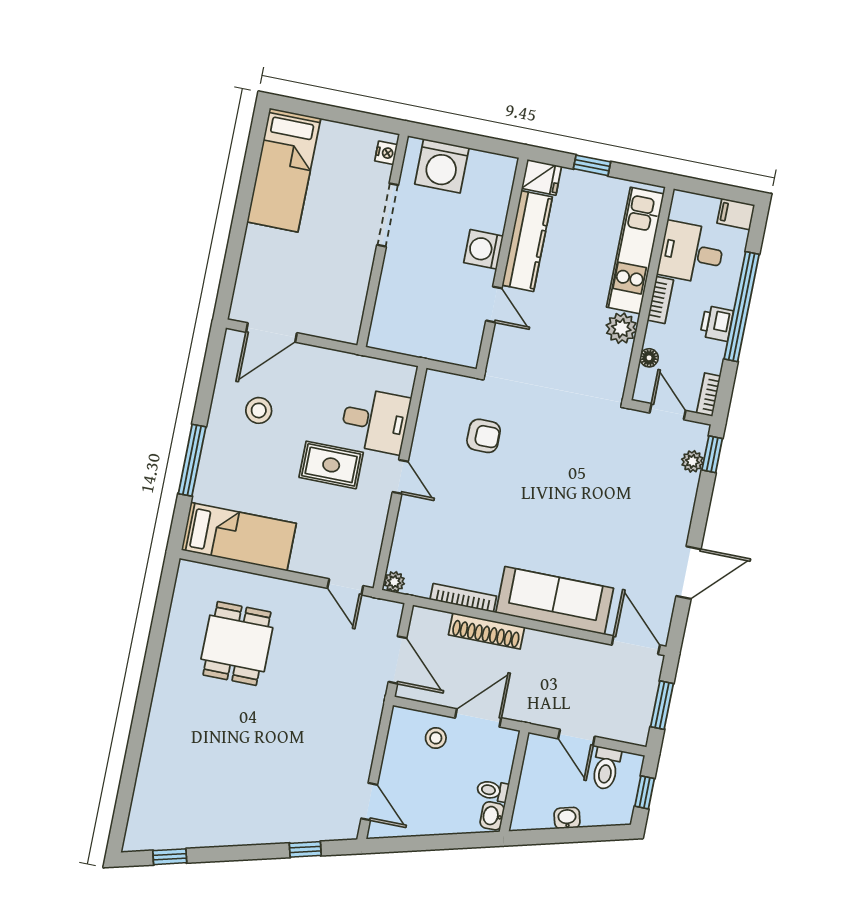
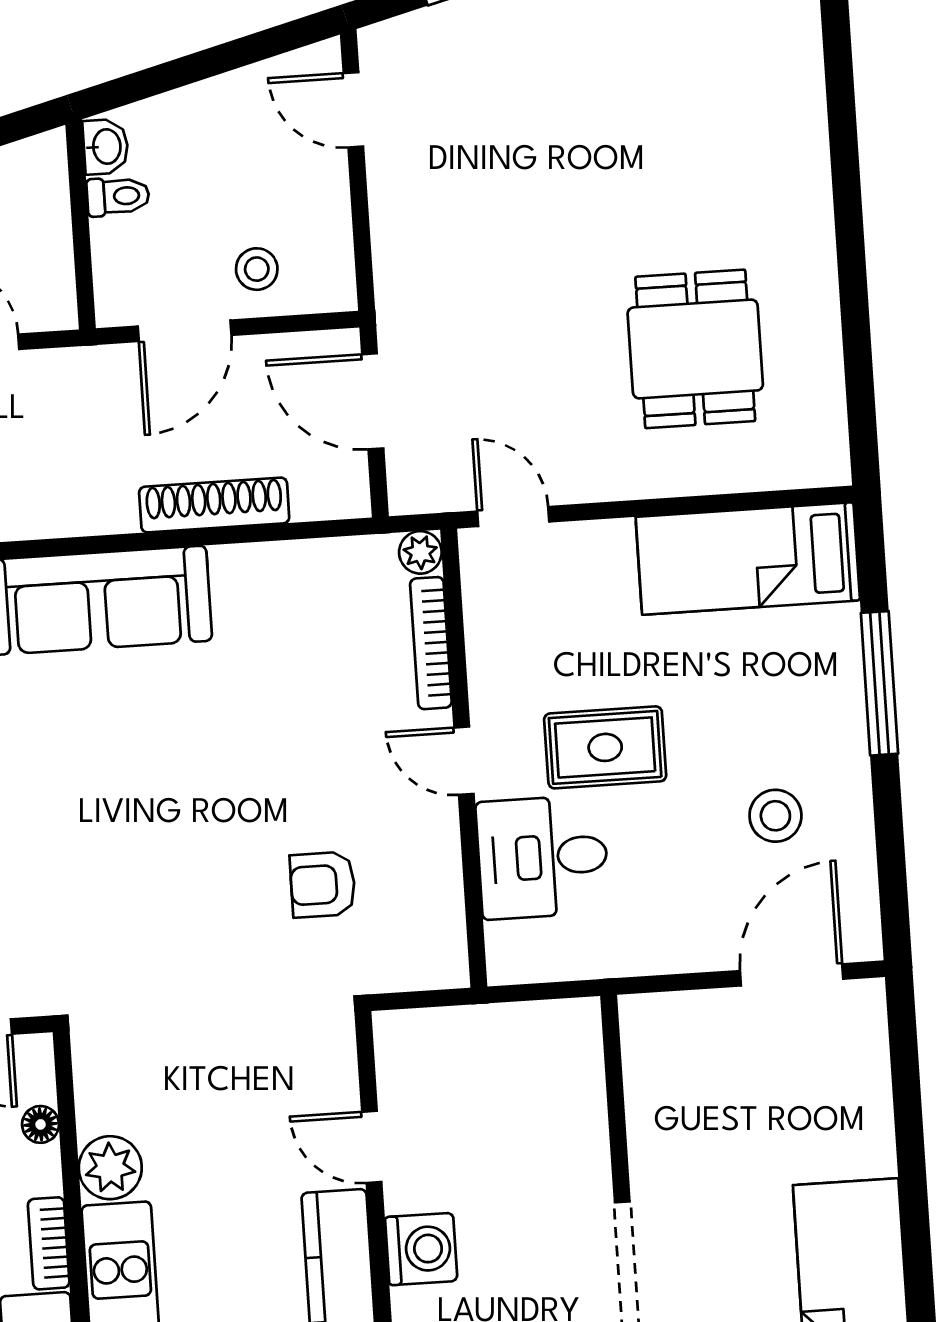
bookcase: (463, 598) -> (431, 643), moved, turned 90

